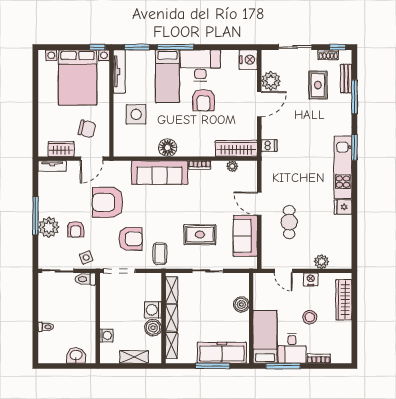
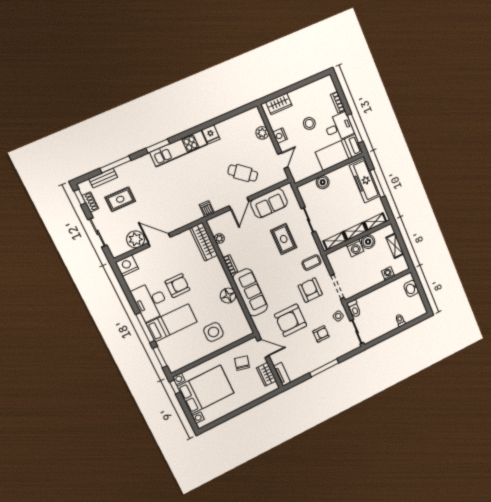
tv unit: (119, 71) -> (186, 361), removed
dishwasher: (269, 146) -> (207, 209), moved
armchair: (108, 202) -> (291, 320), turned 90
cafe table: (289, 222) -> (243, 173), turned 39
plant: (49, 227) -> (328, 354), removed
wardrobe: (344, 300) -> (279, 104), width x0.67

